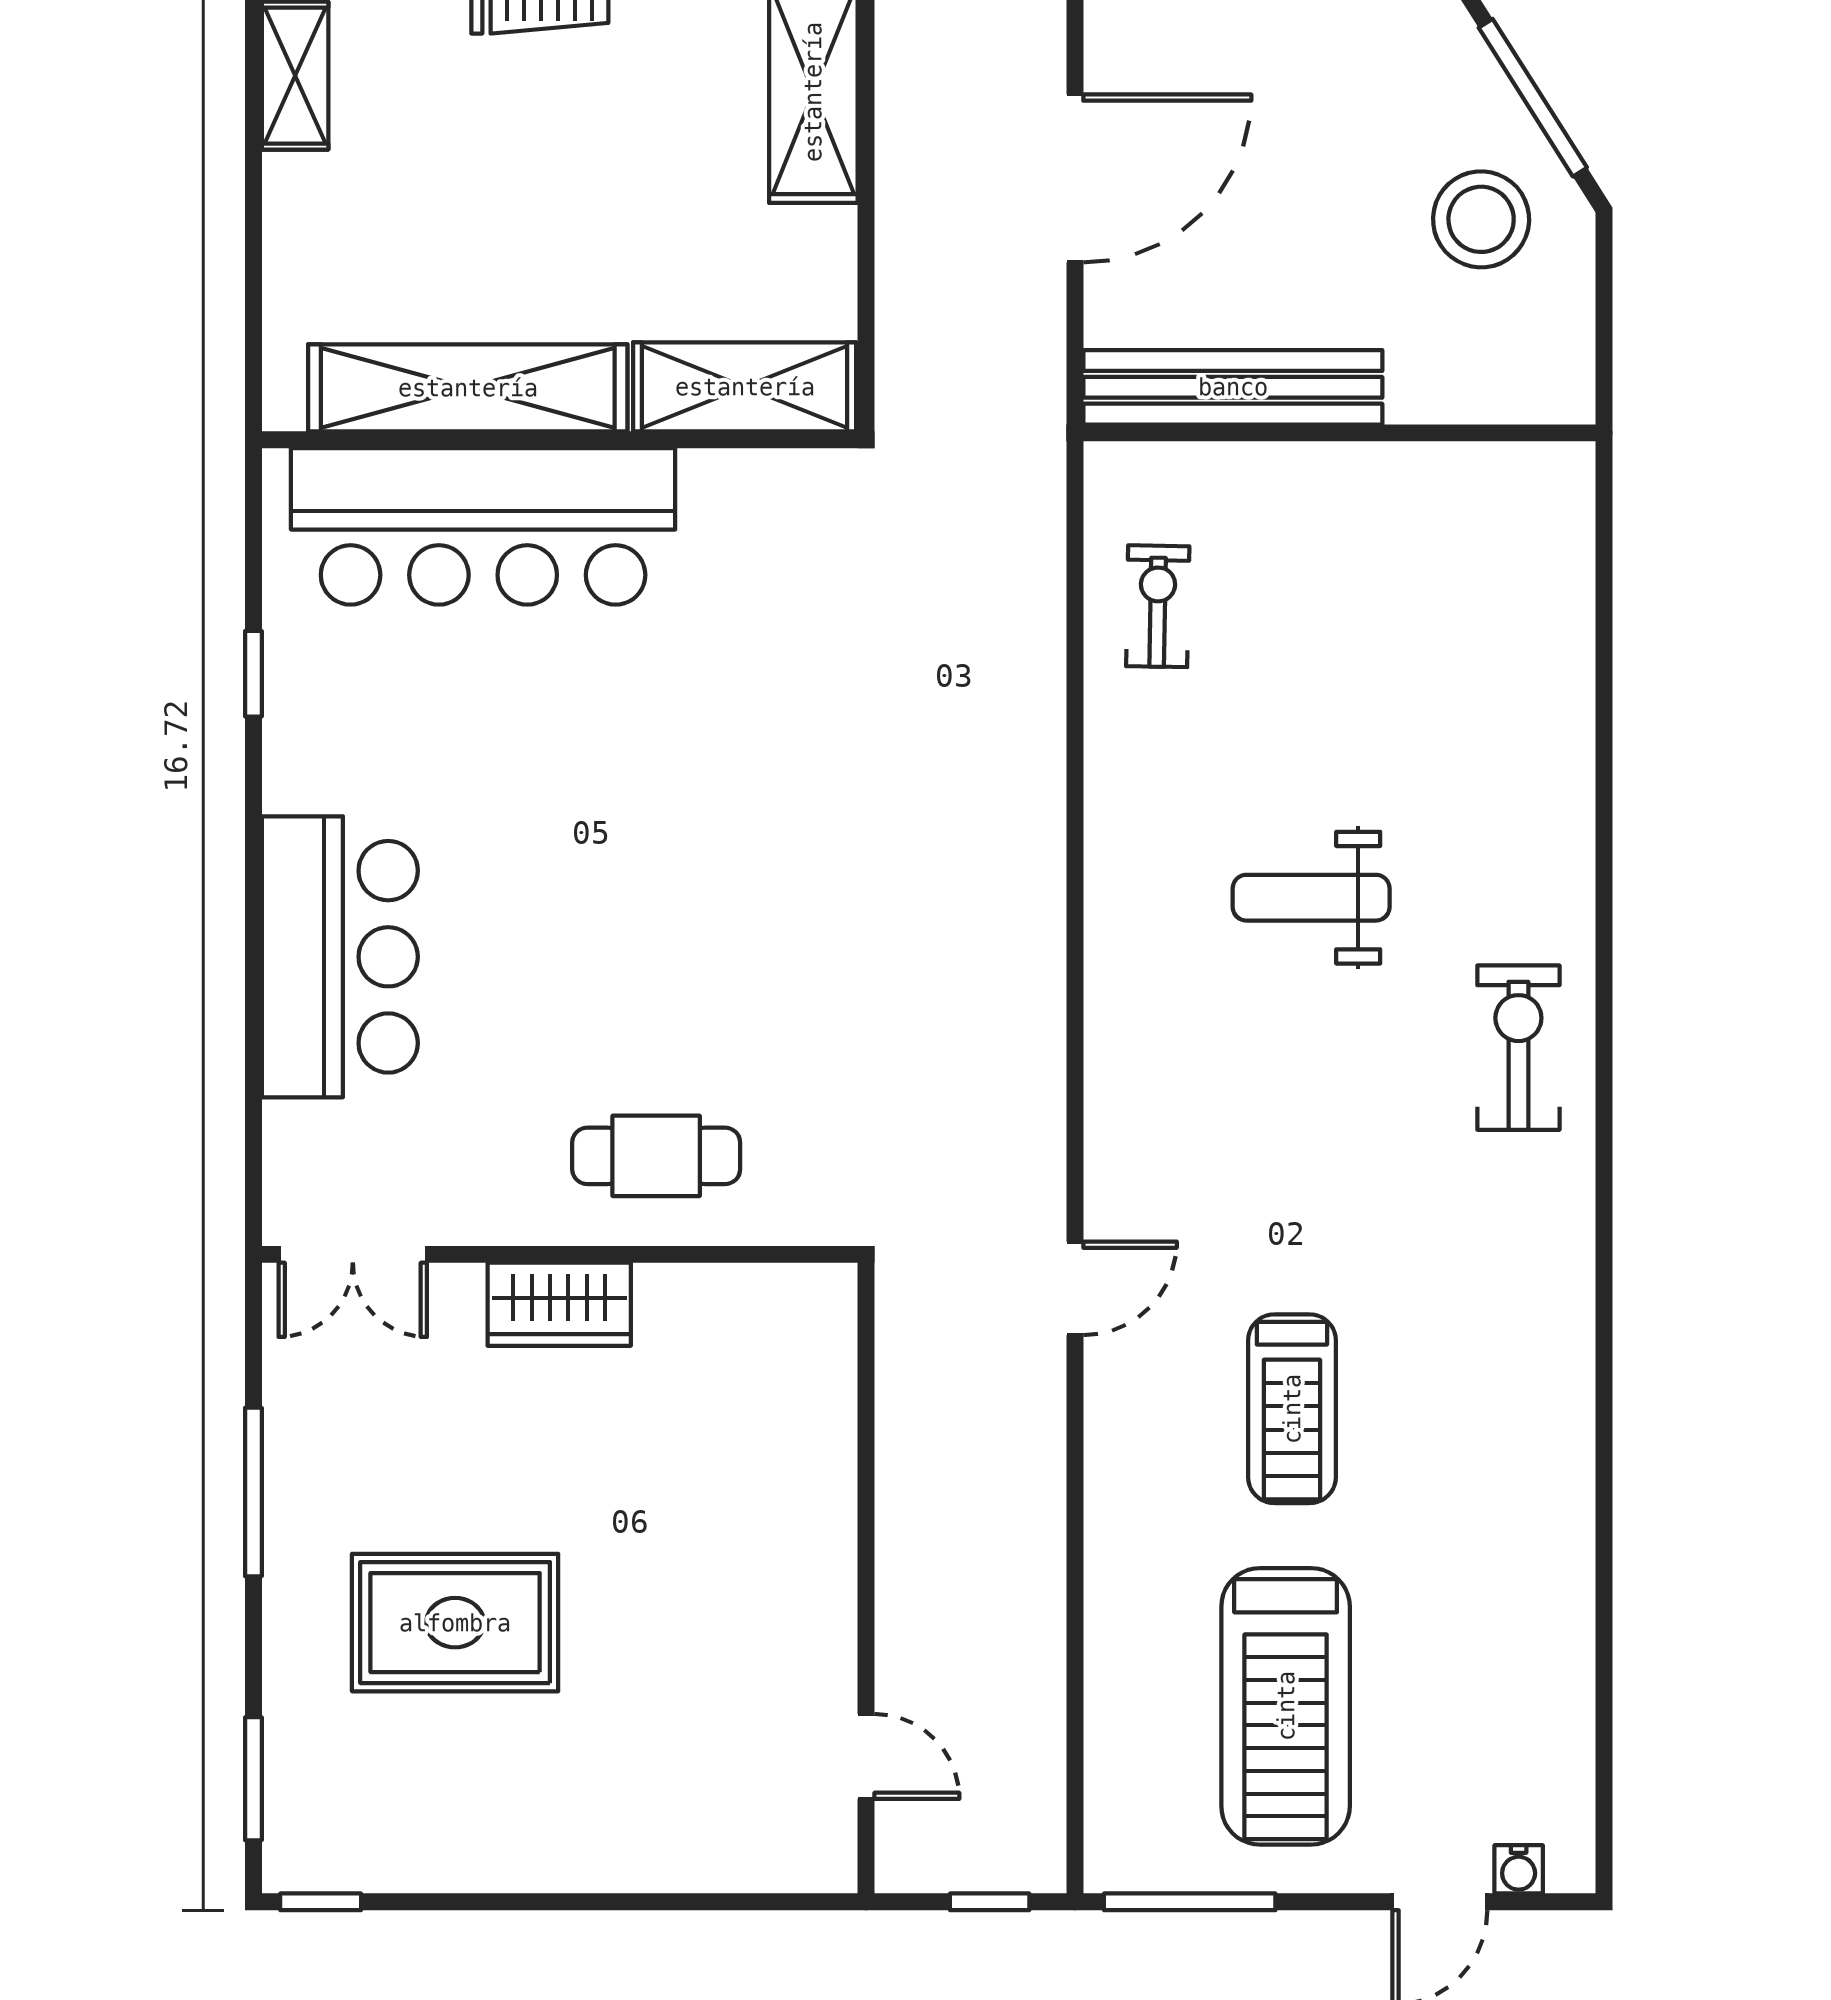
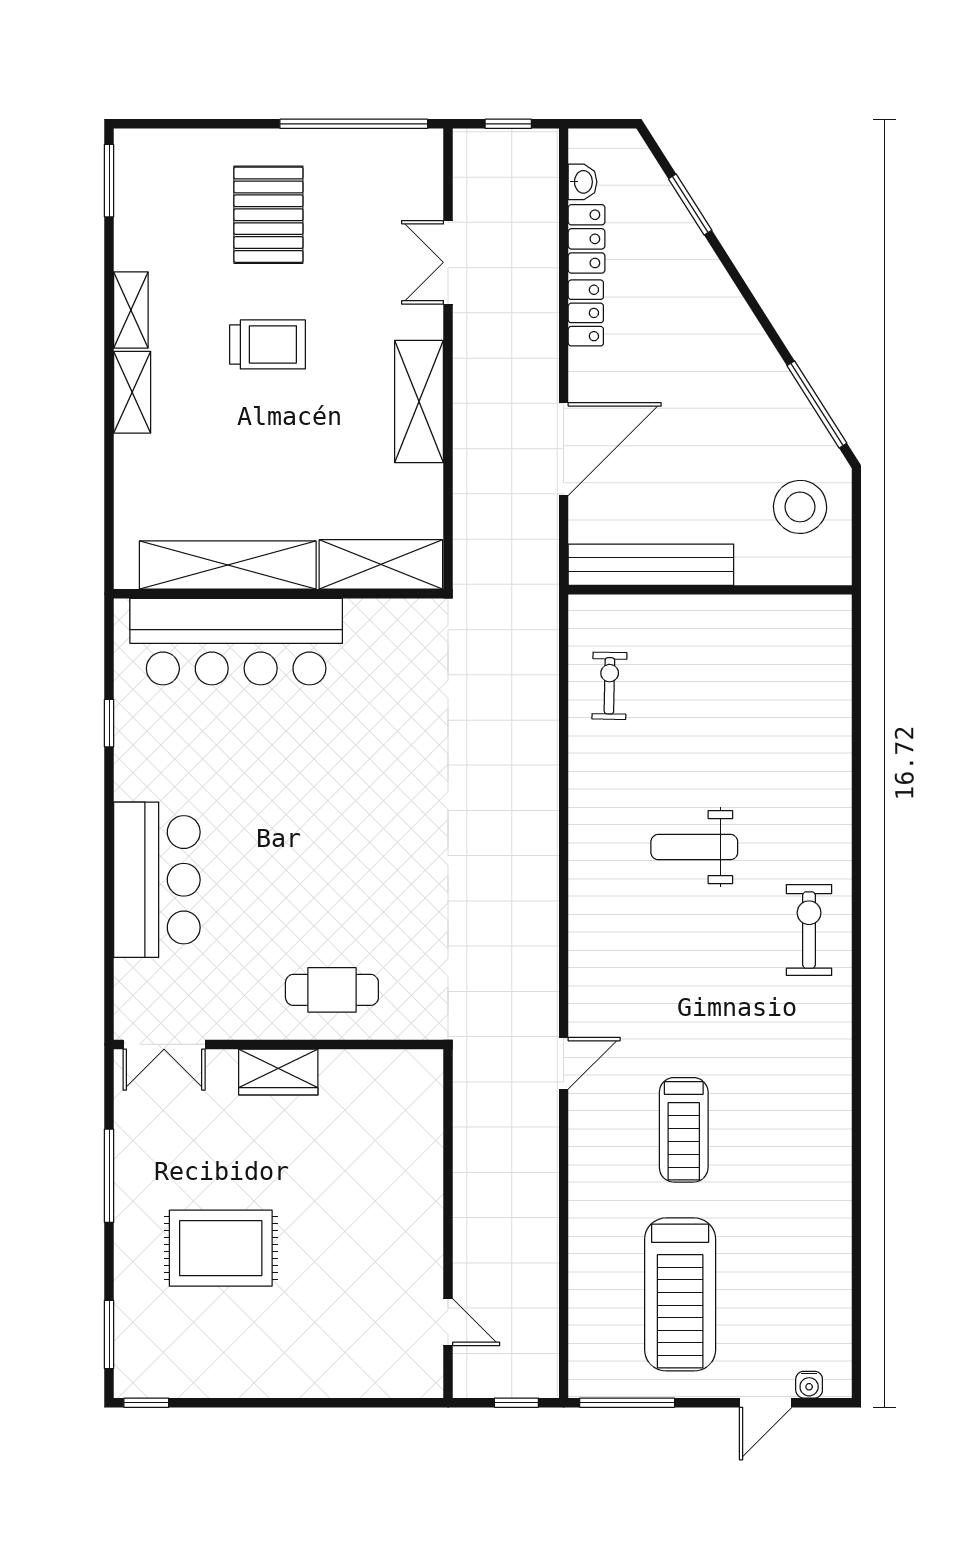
stool: (1481, 219) -> (800, 507), moved

